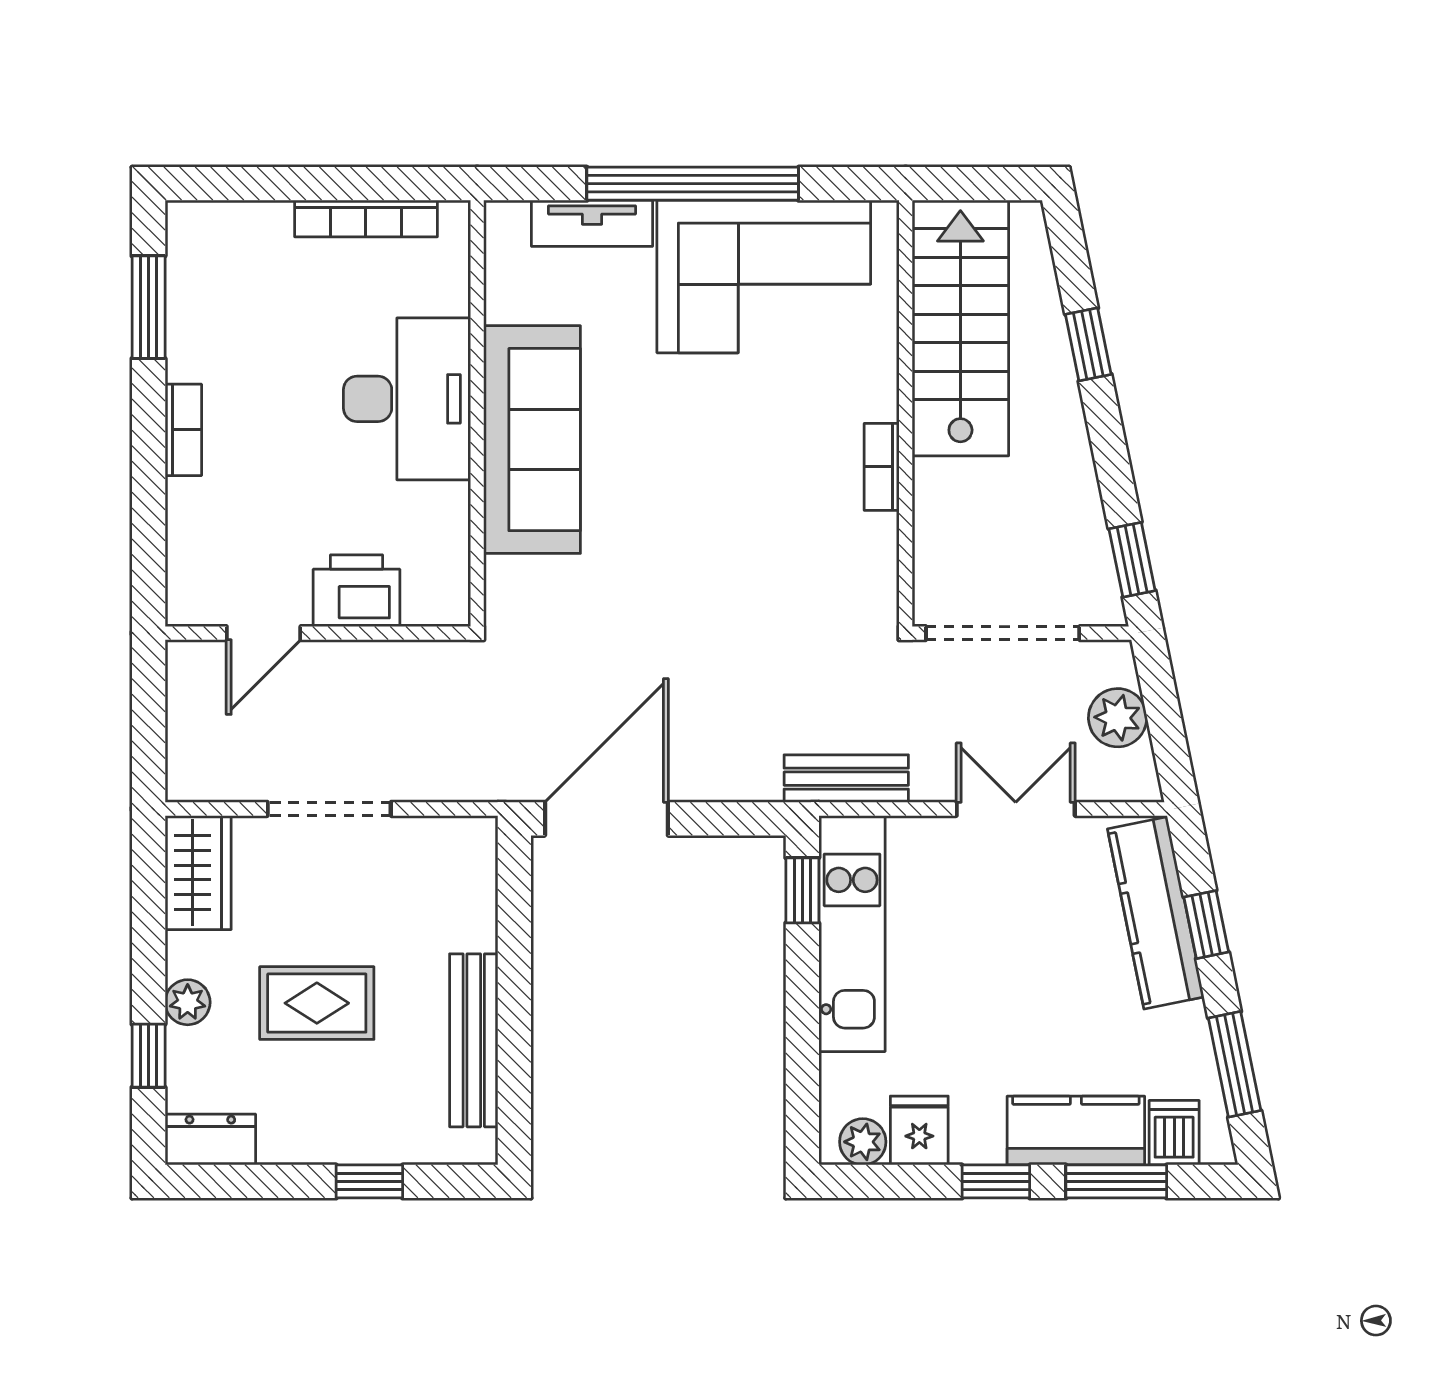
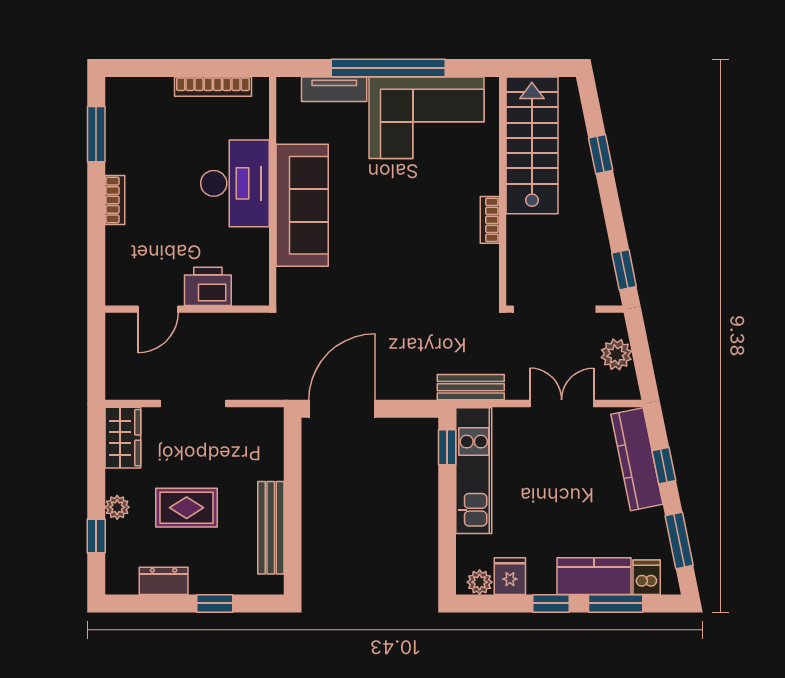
dresser: (210, 1140) -> (164, 581), moved

